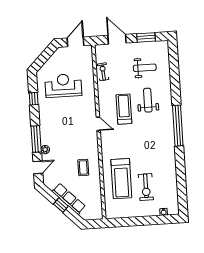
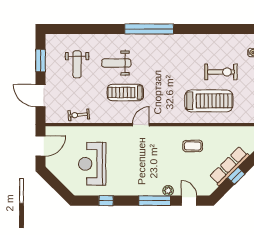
door: (117, 39) -> (41, 96), hinge flipped
door: (75, 42) -> (41, 146), swing flipped
weight bench: (145, 68) -> (77, 64), turned 180

